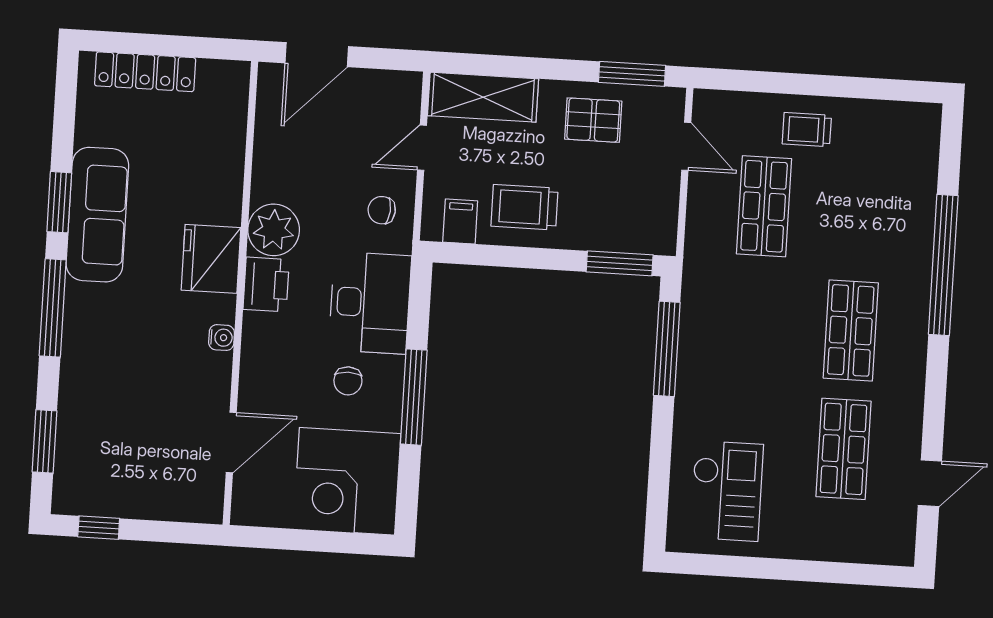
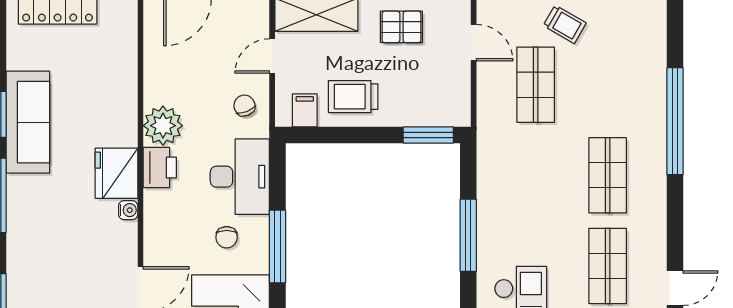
trolley: (807, 130) -> (565, 24), turned -150
chair: (382, 210) -> (244, 106), turned 64
fridge: (211, 259) -> (116, 173), moved
window: (667, 349) -> (468, 235), moved

